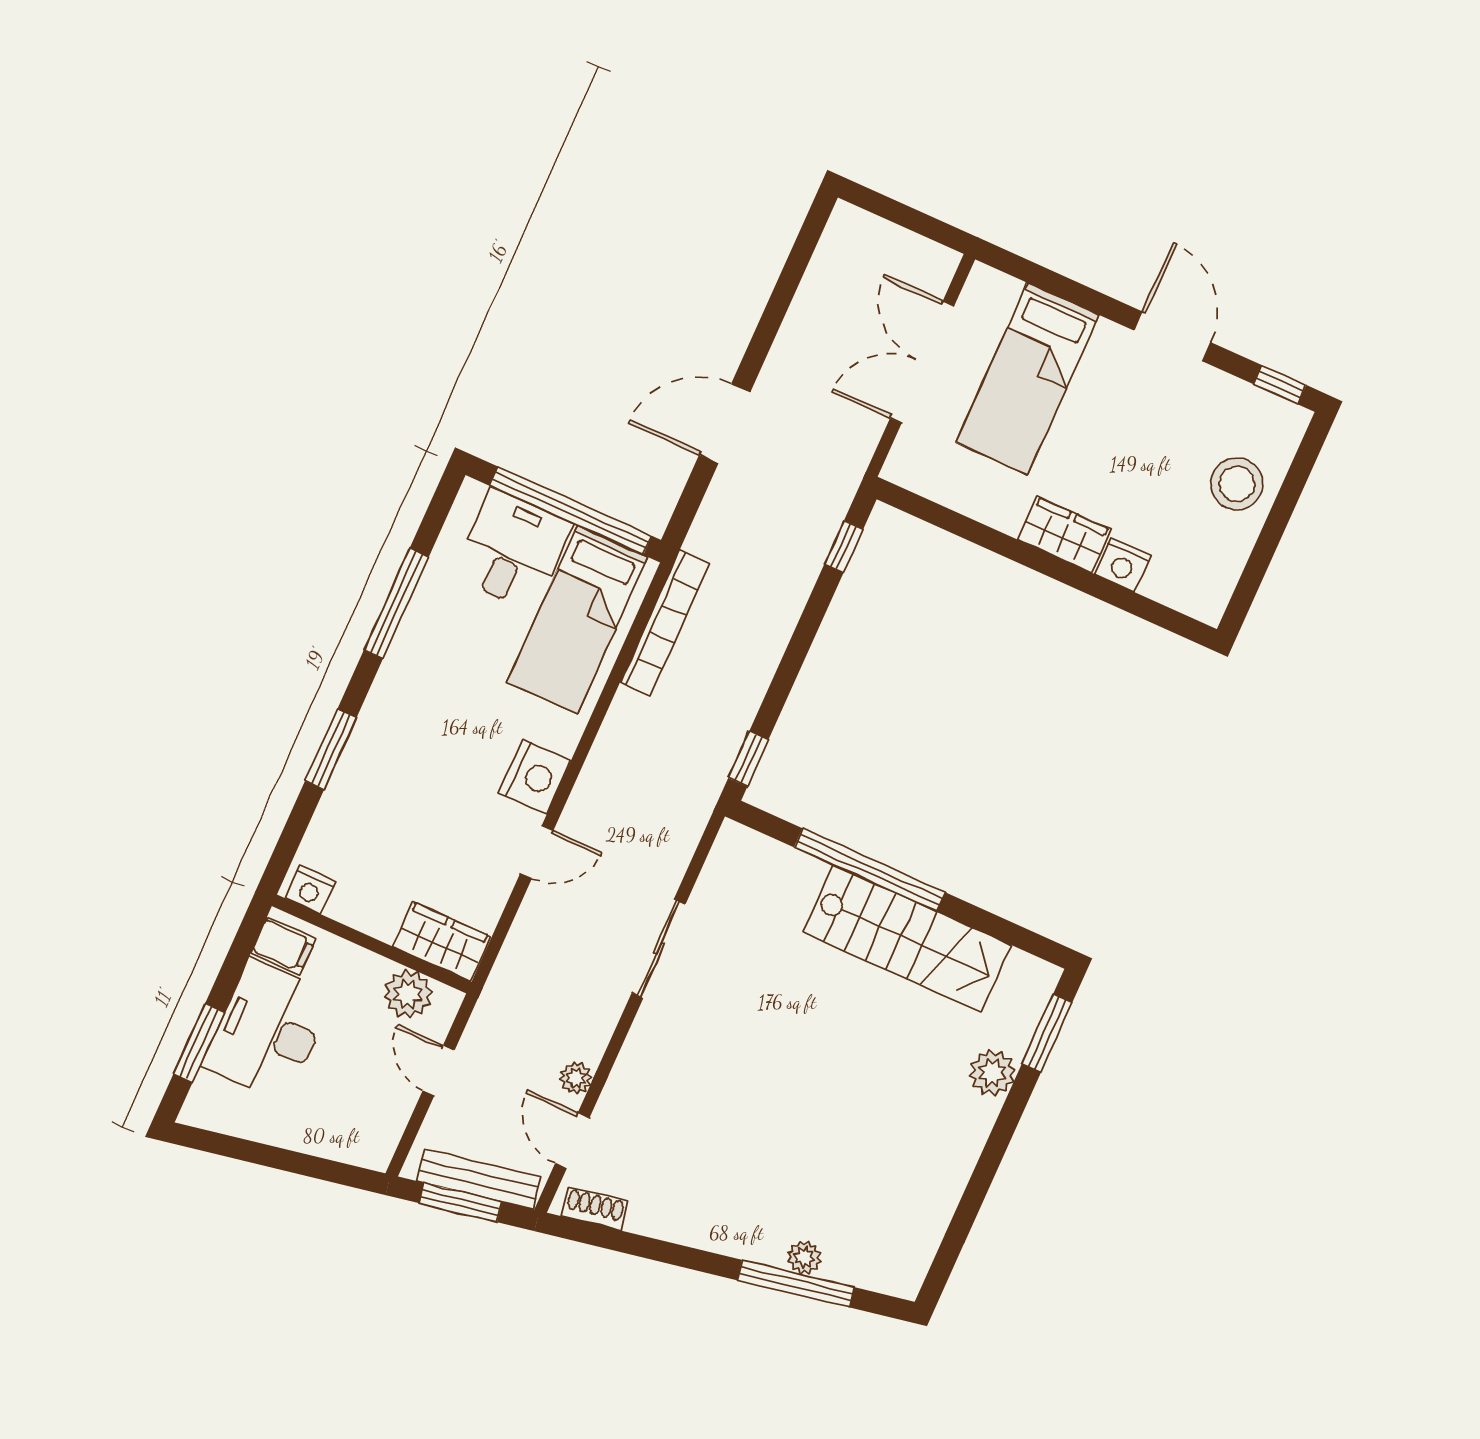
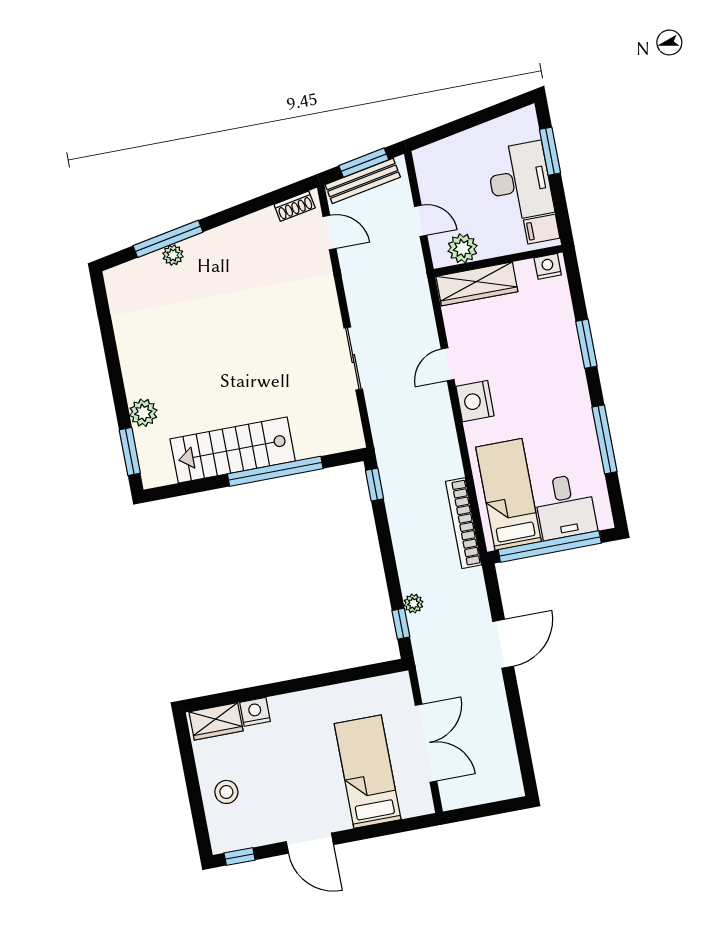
stool: (1237, 484) -> (226, 792), width x0.73, depth x0.73
wardrobe: (1064, 535) -> (216, 721), moved
wardrobe: (441, 941) -> (477, 284), width x1.50
plant: (576, 1078) -> (413, 604), moved

